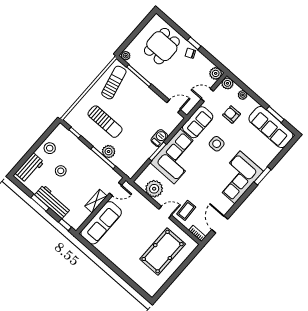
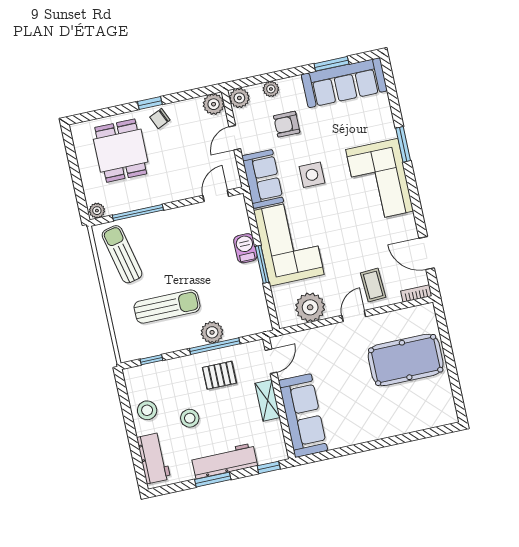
pallet: (91, 170) -> (219, 375), added
pool table: (163, 252) -> (406, 360), turned 90

